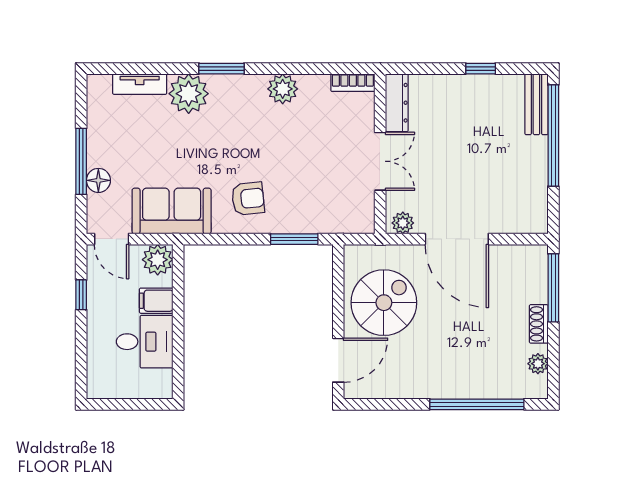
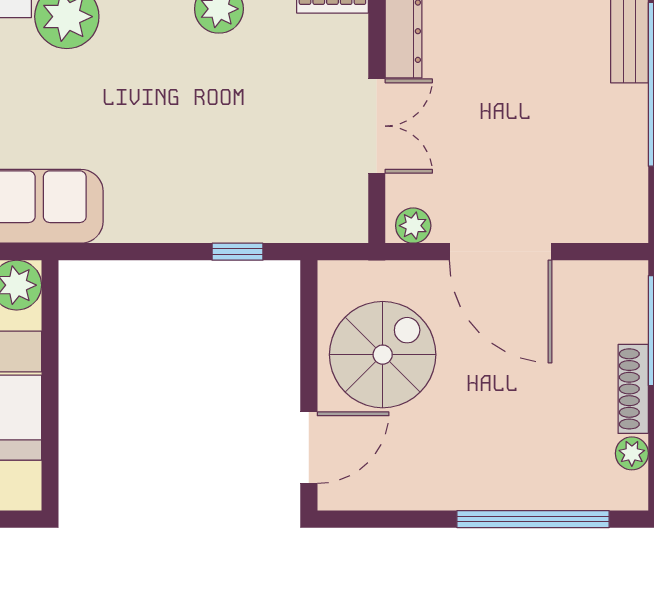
armchair: (248, 199) -> (163, 186), removed
window: (294, 239) -> (237, 252), width x0.67
shoe rack: (539, 324) -> (633, 389), width x1.43

